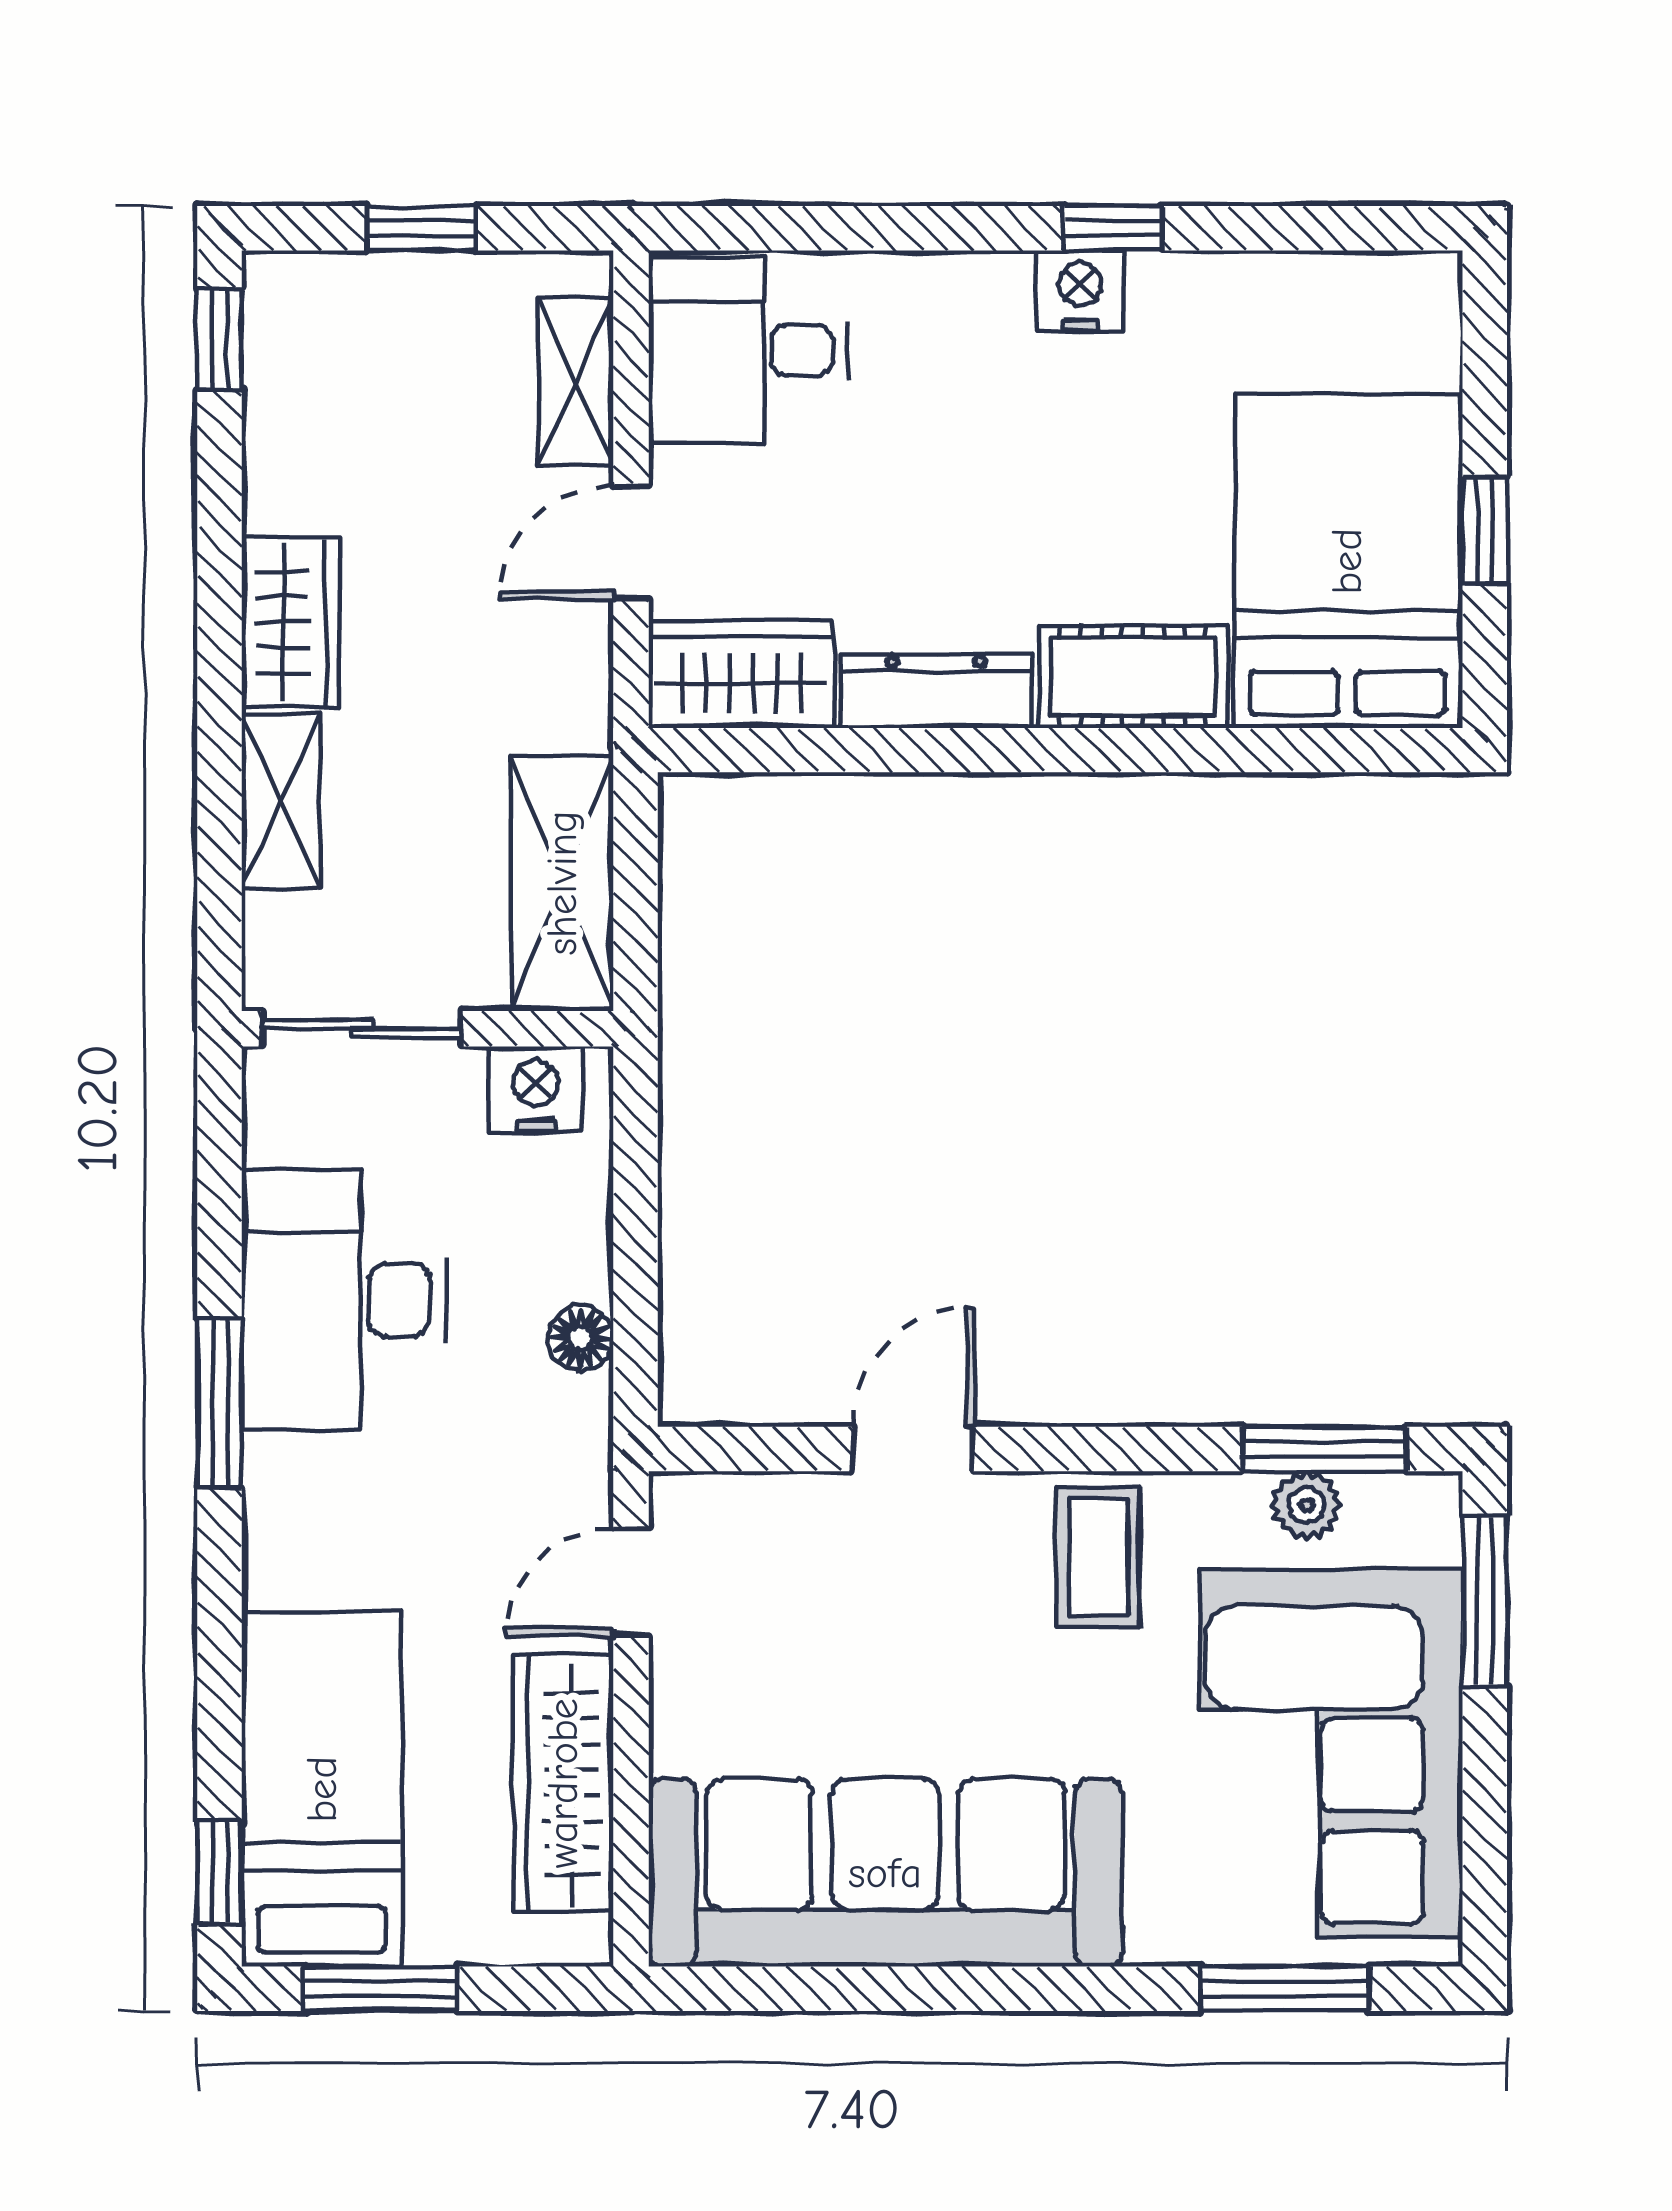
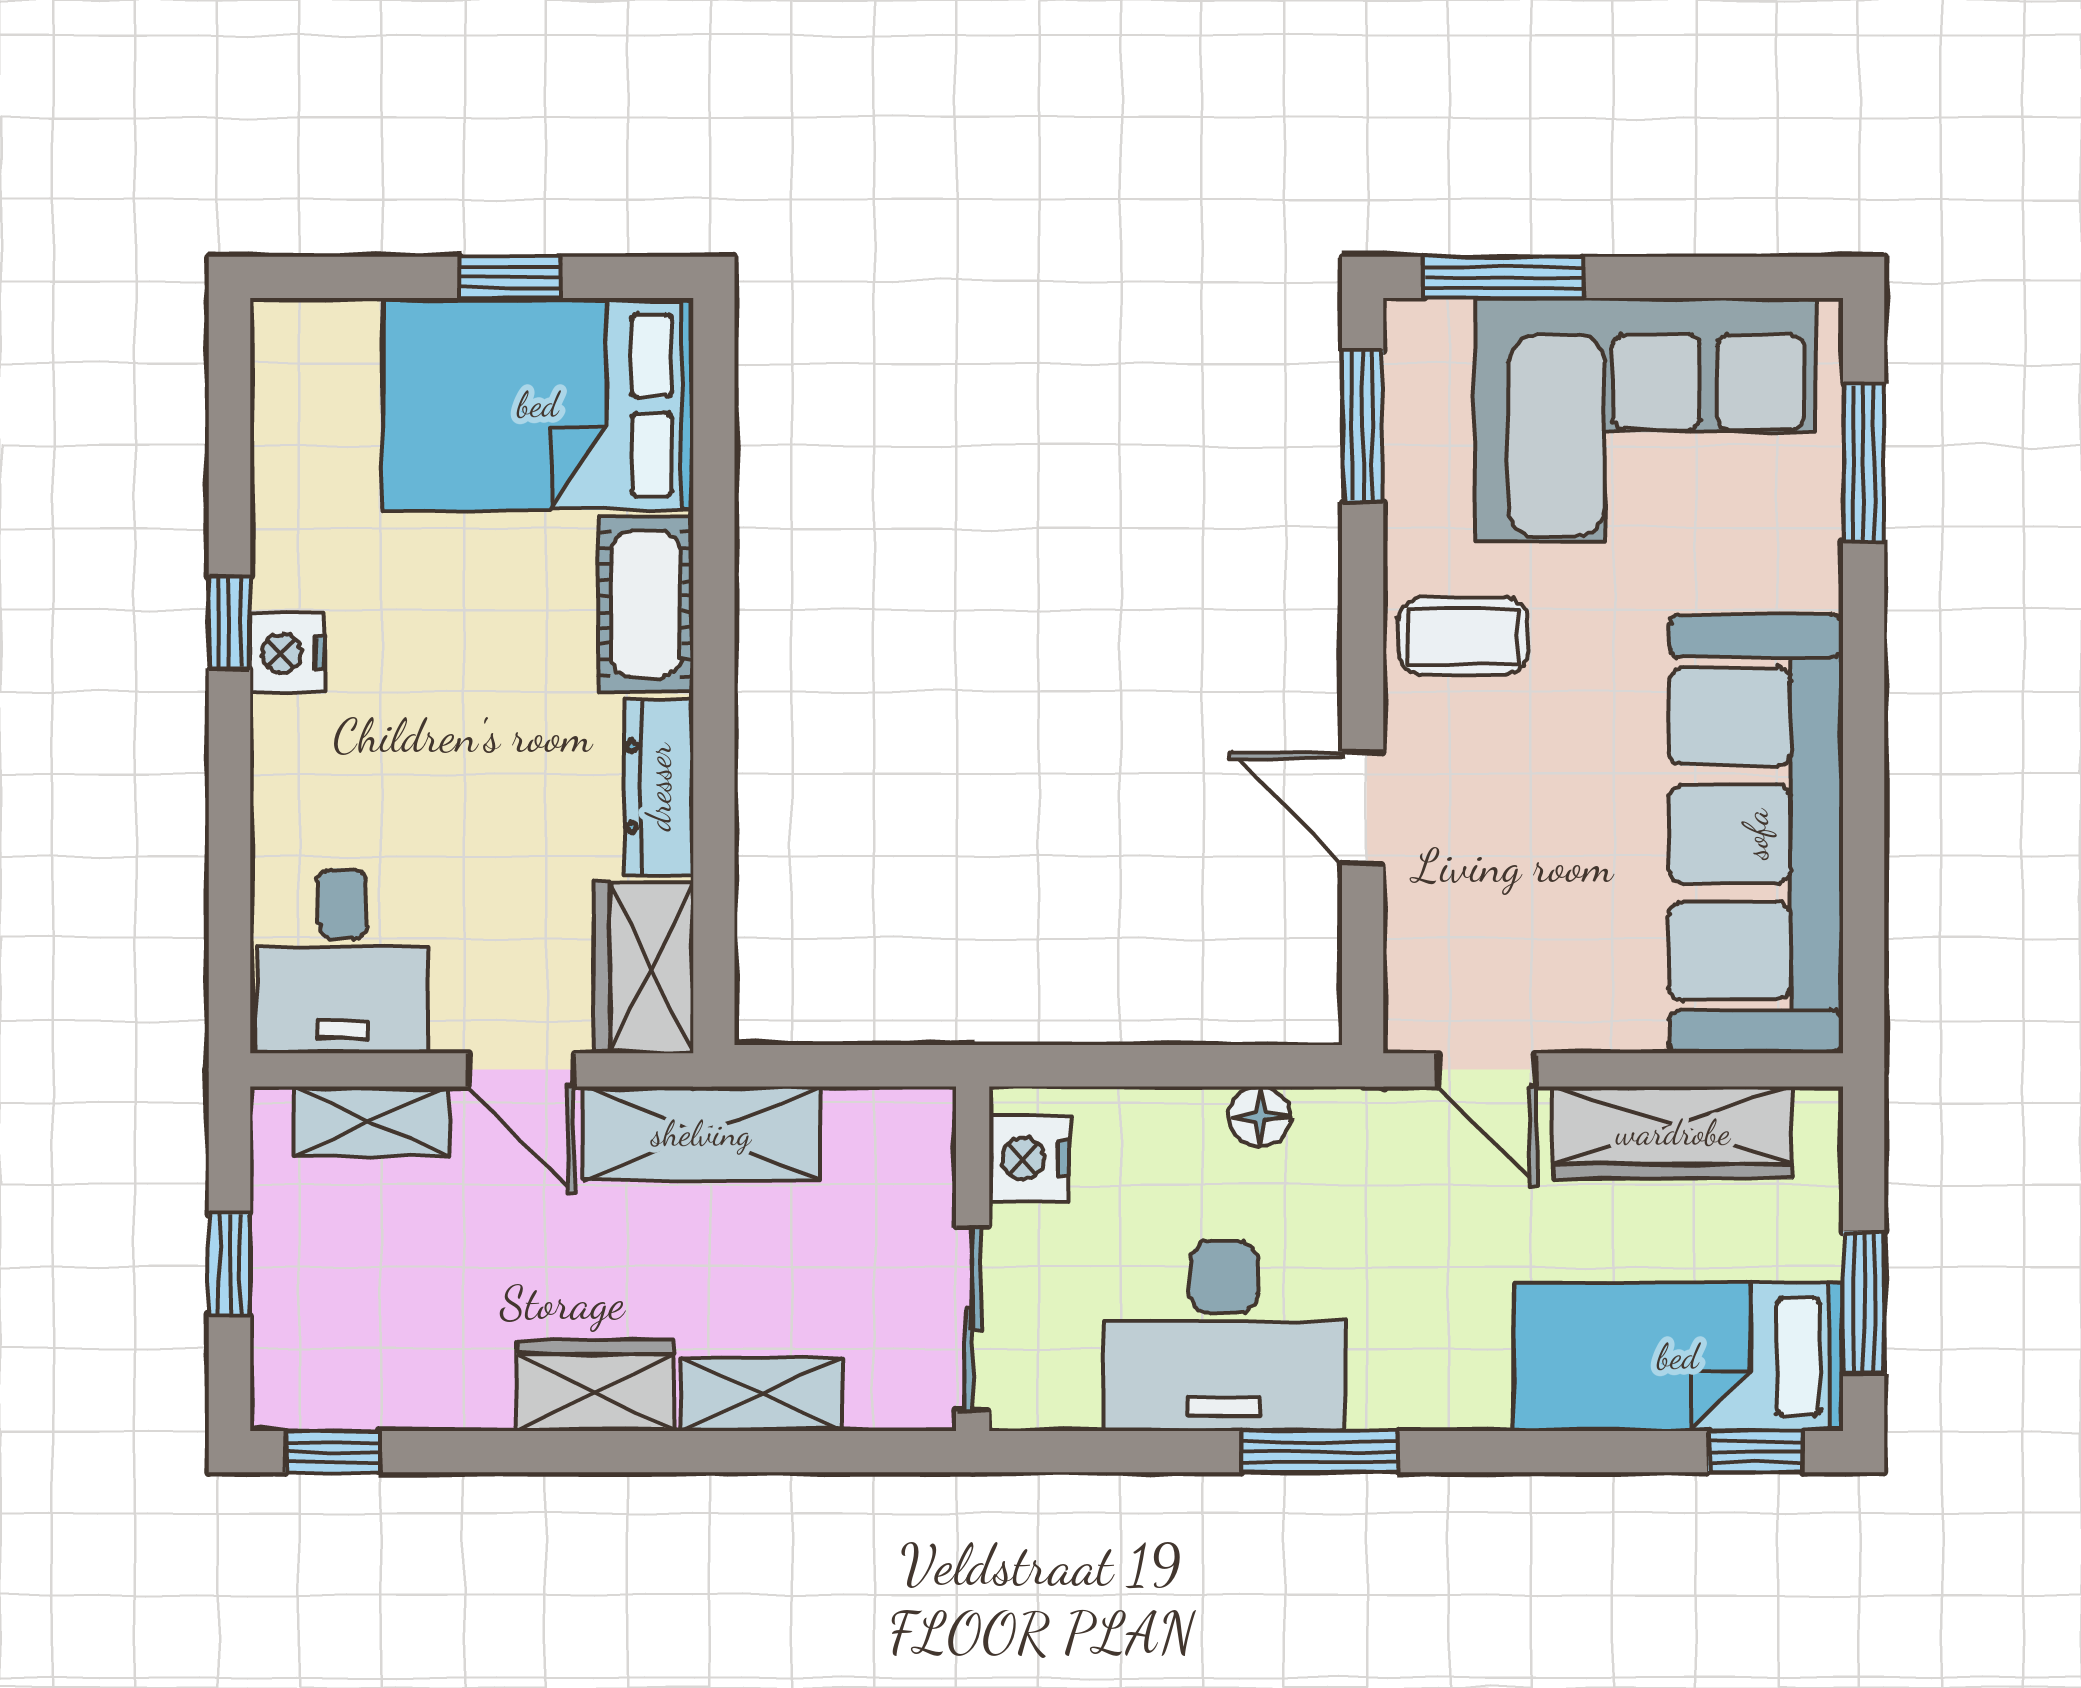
shelving: (562, 883) -> (701, 1134), moved
plant: (1307, 1505) -> (1415, 443), removed

